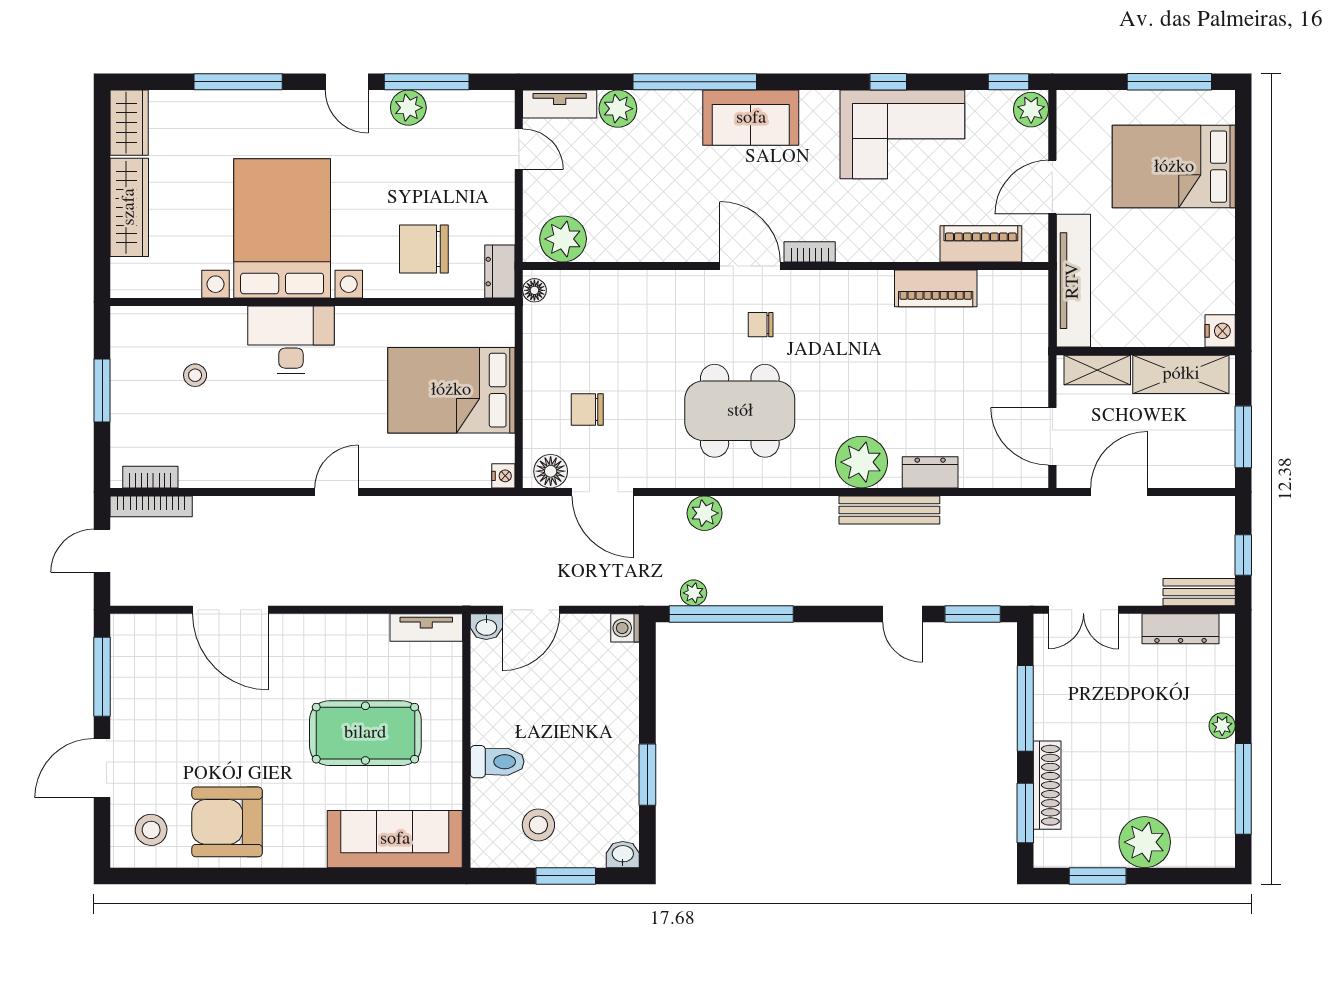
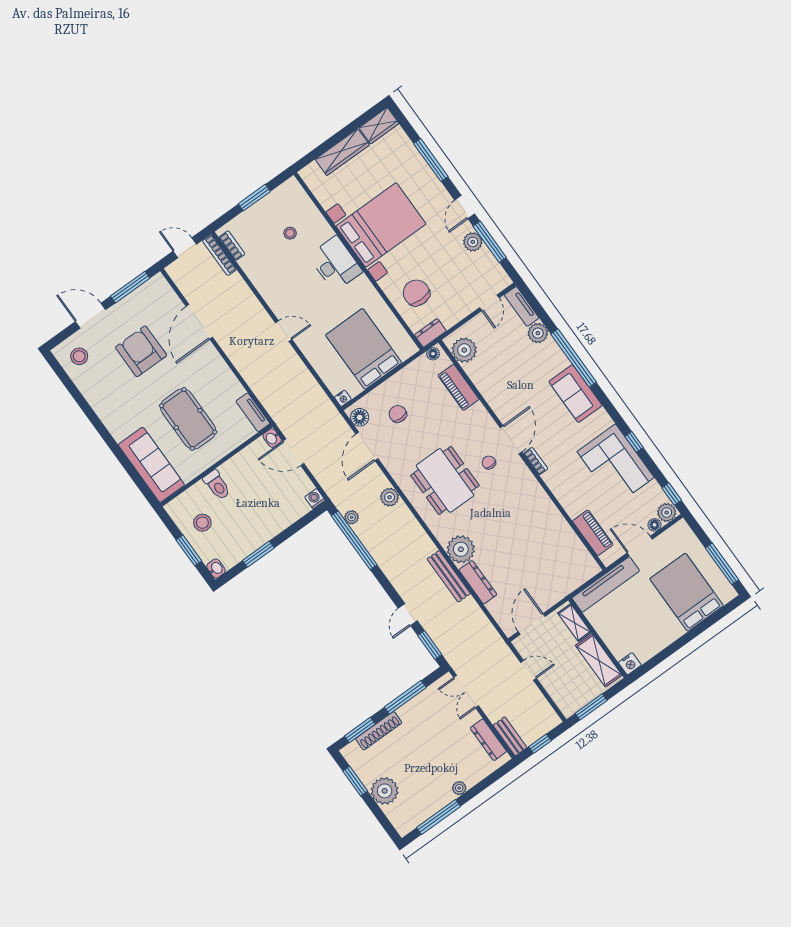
floor lamp: (1037, 142) -> (654, 525), added
piano: (936, 288) -> (458, 387), moved
dresser: (930, 472) -> (478, 582), width x1.44
door: (1119, 492) -> (528, 670), width x0.73
armchair: (227, 822) -> (141, 351), moved

